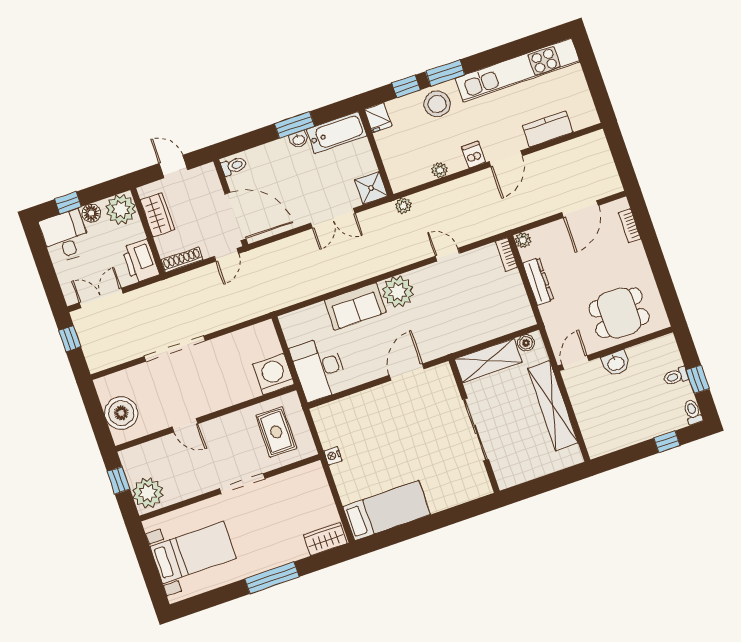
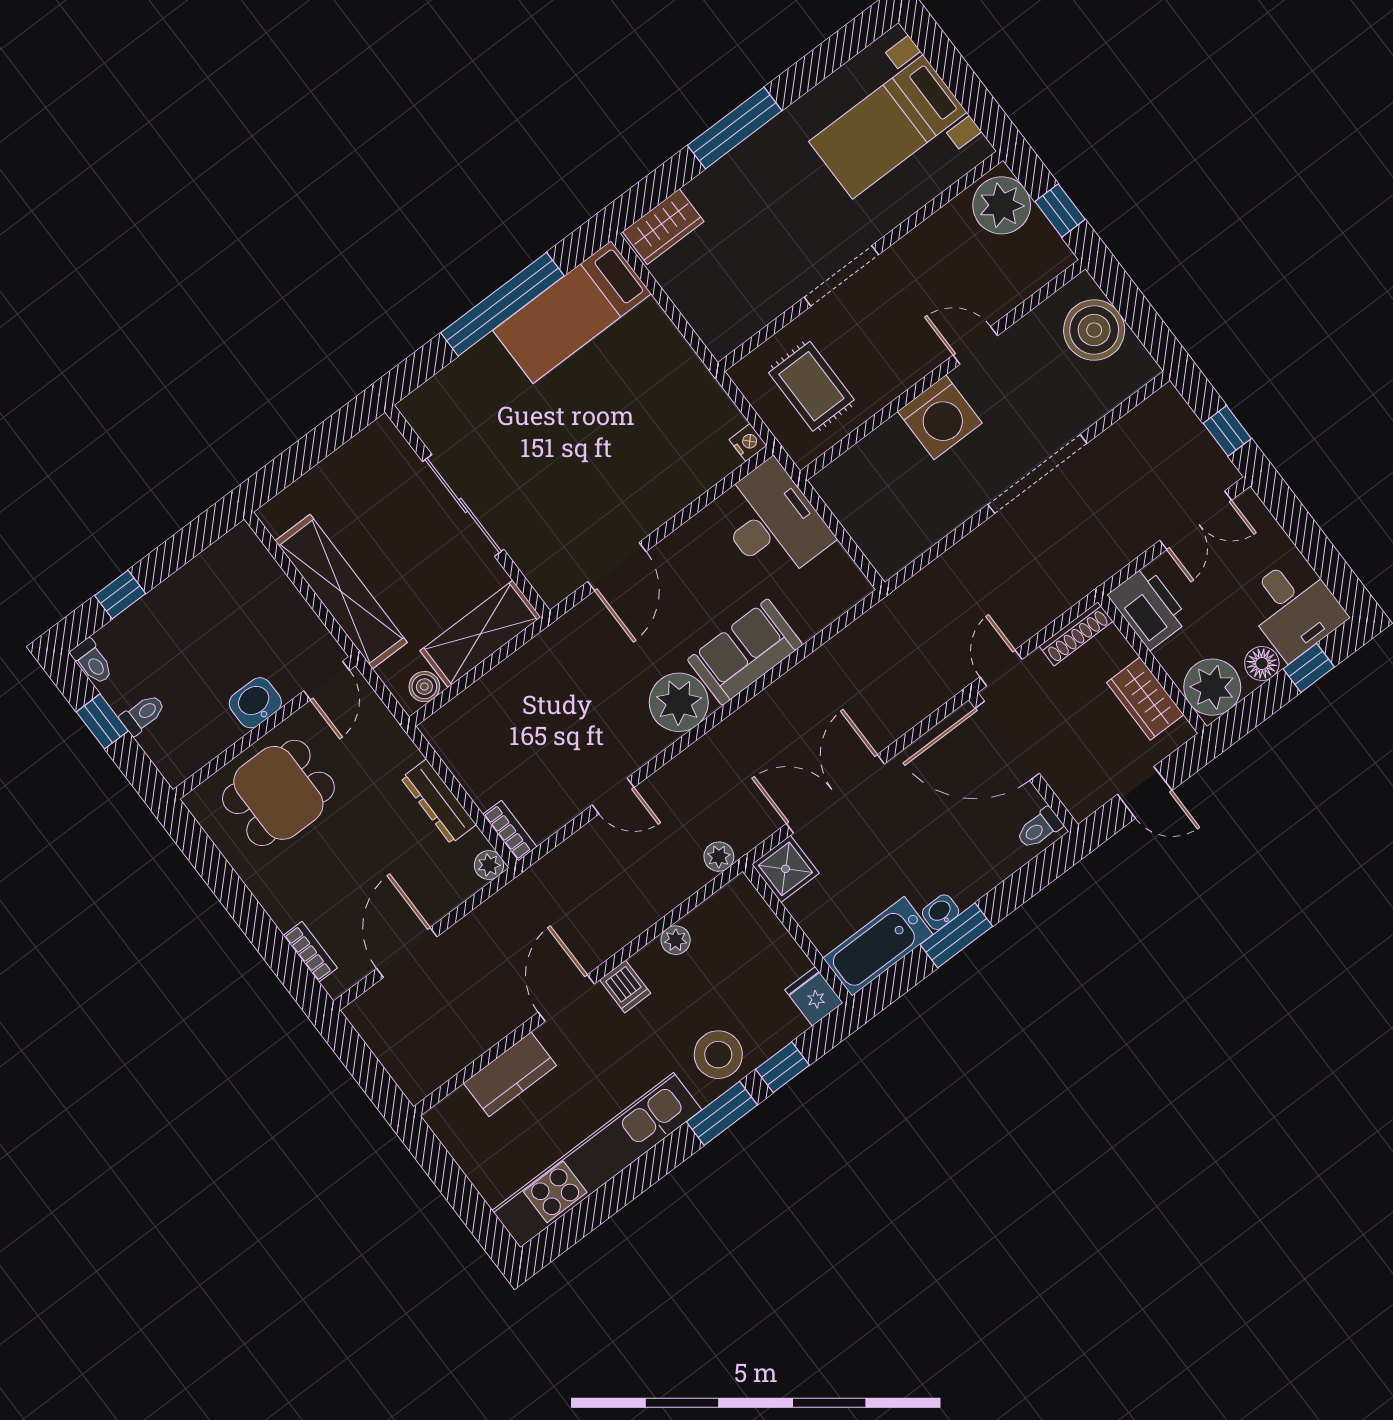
double door: (333, 218) -> (835, 794), width x1.37
washing machine: (273, 374) -> (940, 417), moved
nightstand: (333, 456) -> (748, 443), moved
window: (421, 526) -> (502, 304), added

